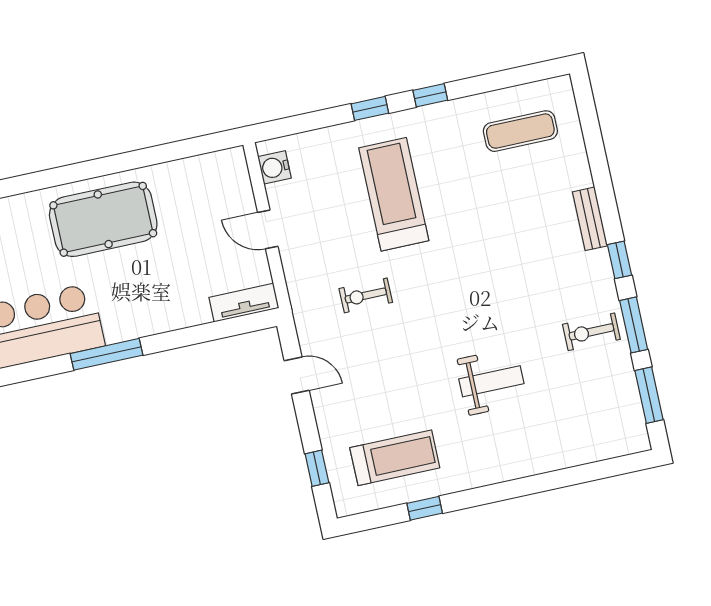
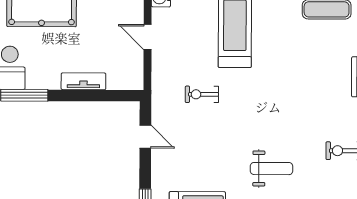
tv unit: (244, 303) -> (83, 81), moved

